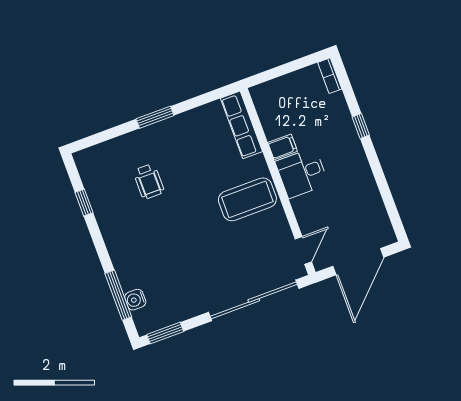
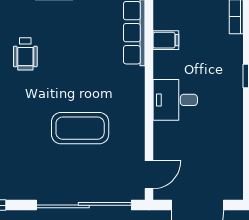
filing cabinet: (283, 147) -> (166, 40), moved
coffee table: (247, 199) -> (80, 128), moved

